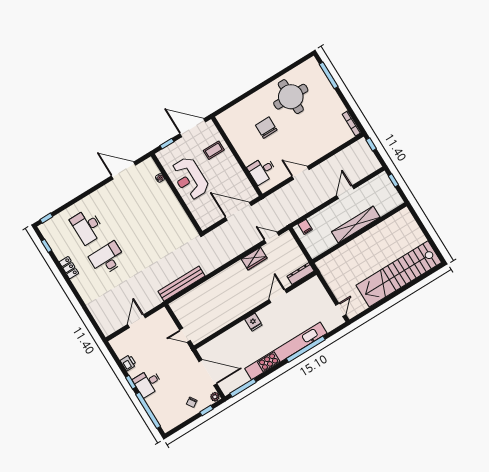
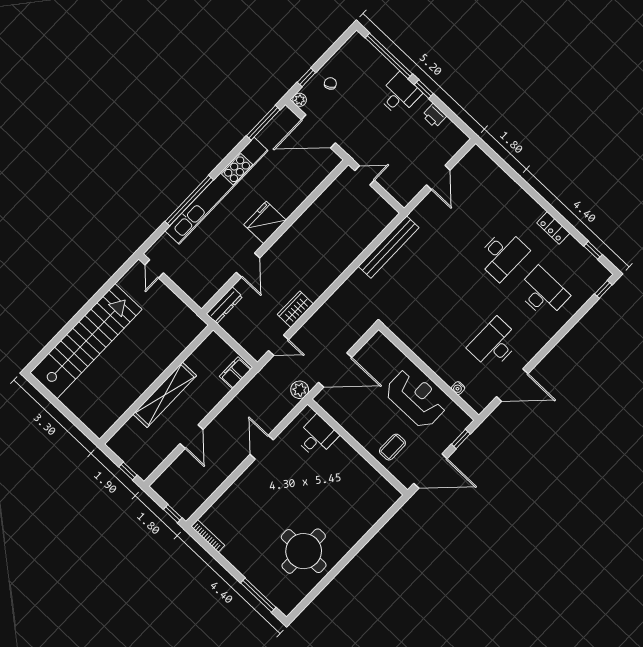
chair: (266, 128) -> (327, 498), removed
door: (301, 173) -> (262, 447), swing flipped
desk: (128, 201) -> (494, 344), added
plant: (265, 204) -> (300, 390), added
filing cabinet: (305, 227) -> (235, 373), width x2.00
fridge: (253, 322) -> (265, 222), width x1.88, depth x1.34

